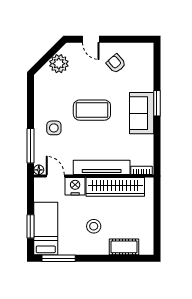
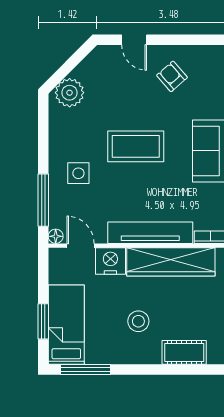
plant: (59, 64) -> (70, 93), moved

